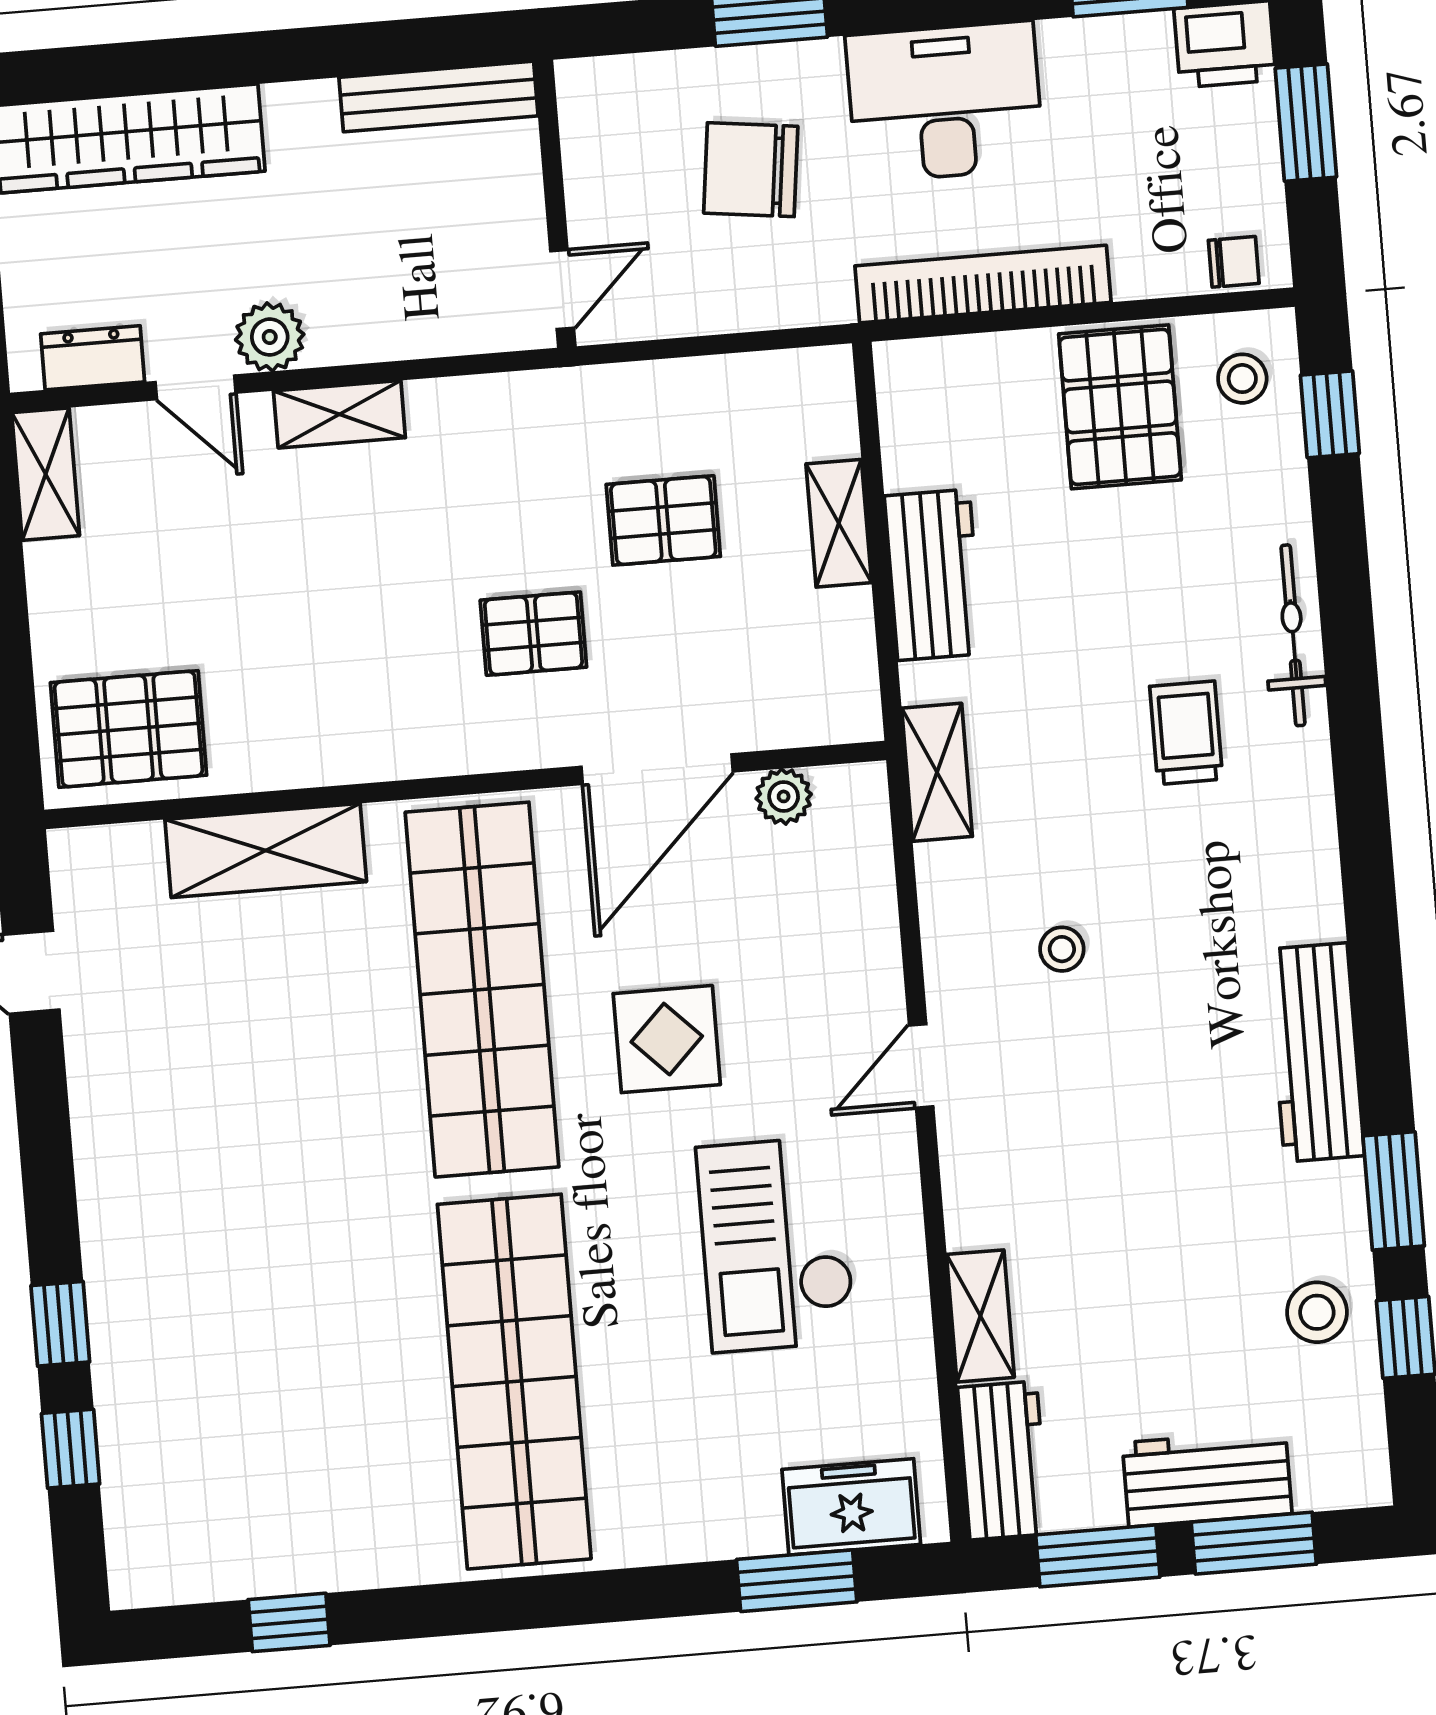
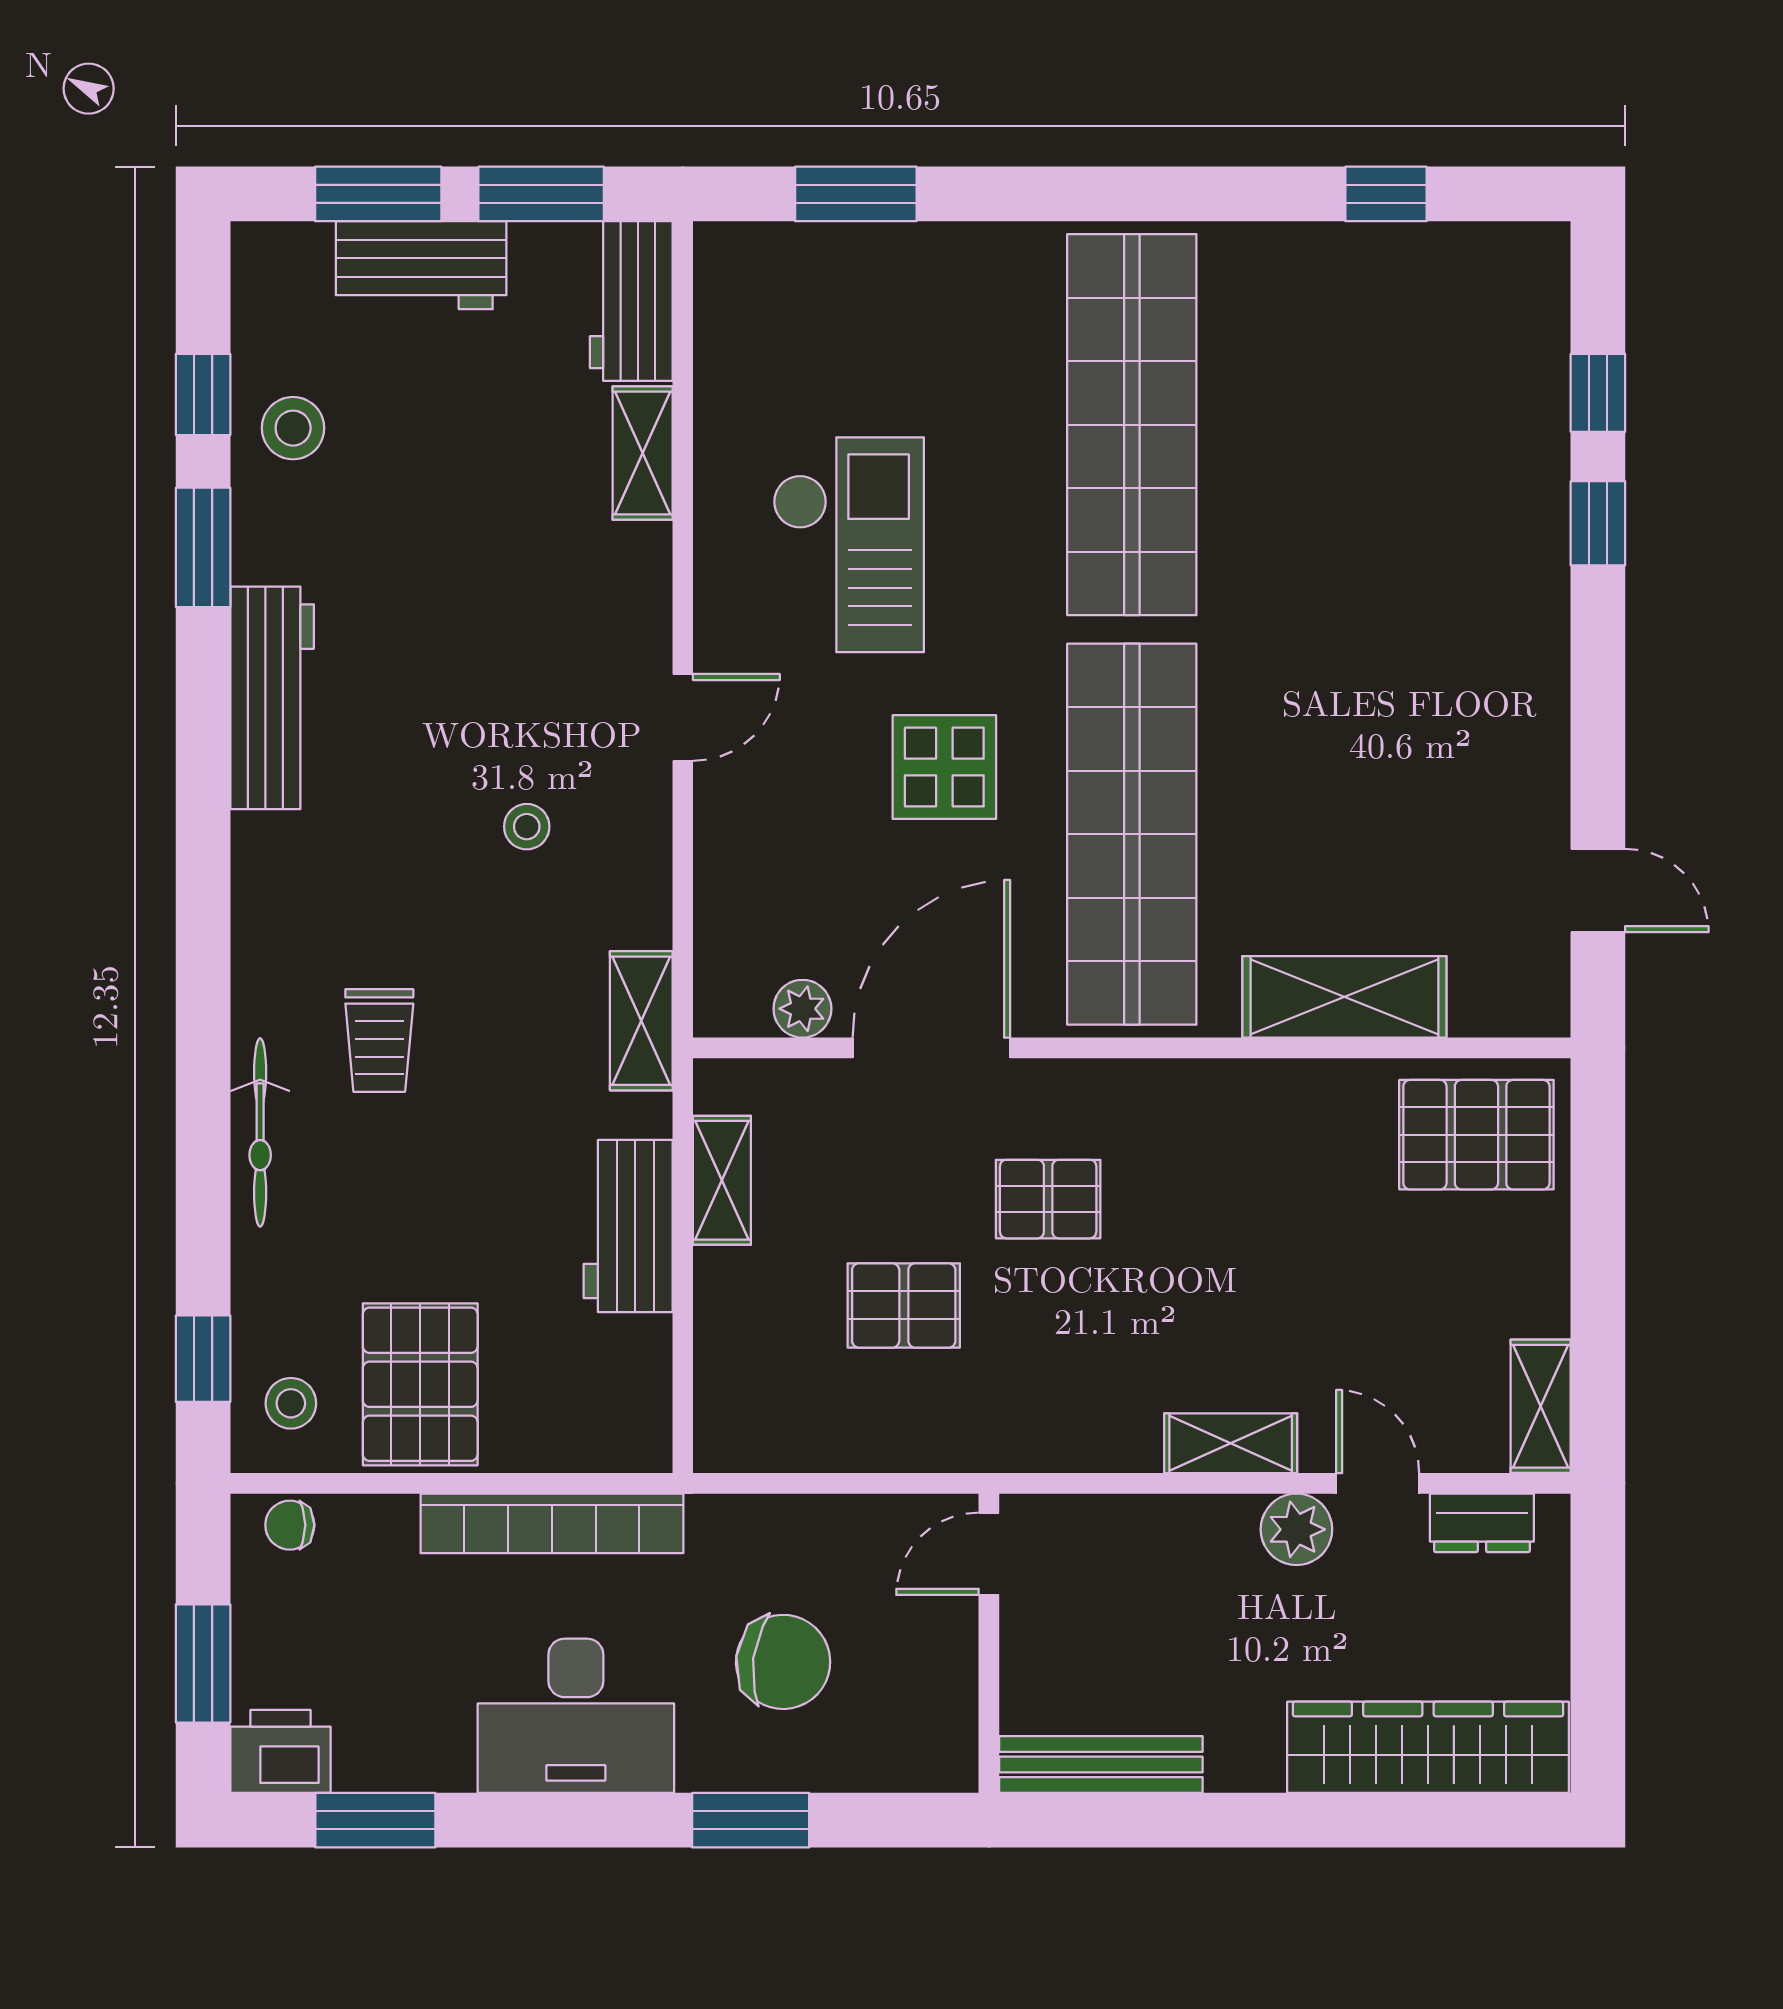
shelving: (839, 523) -> (722, 1180), moved
freezer: (851, 1507) -> (793, 266), removed

